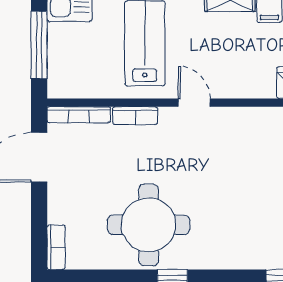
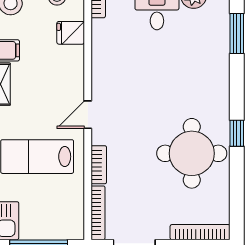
bookcase: (56, 247) -> (200, 232), width x1.56

